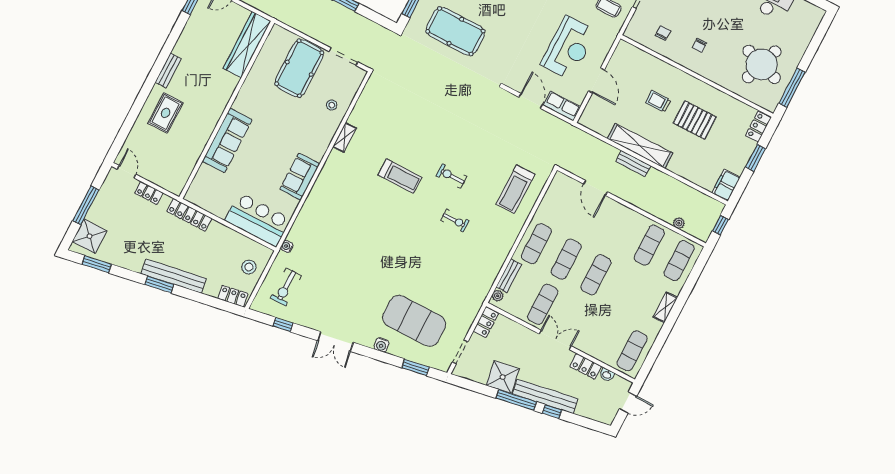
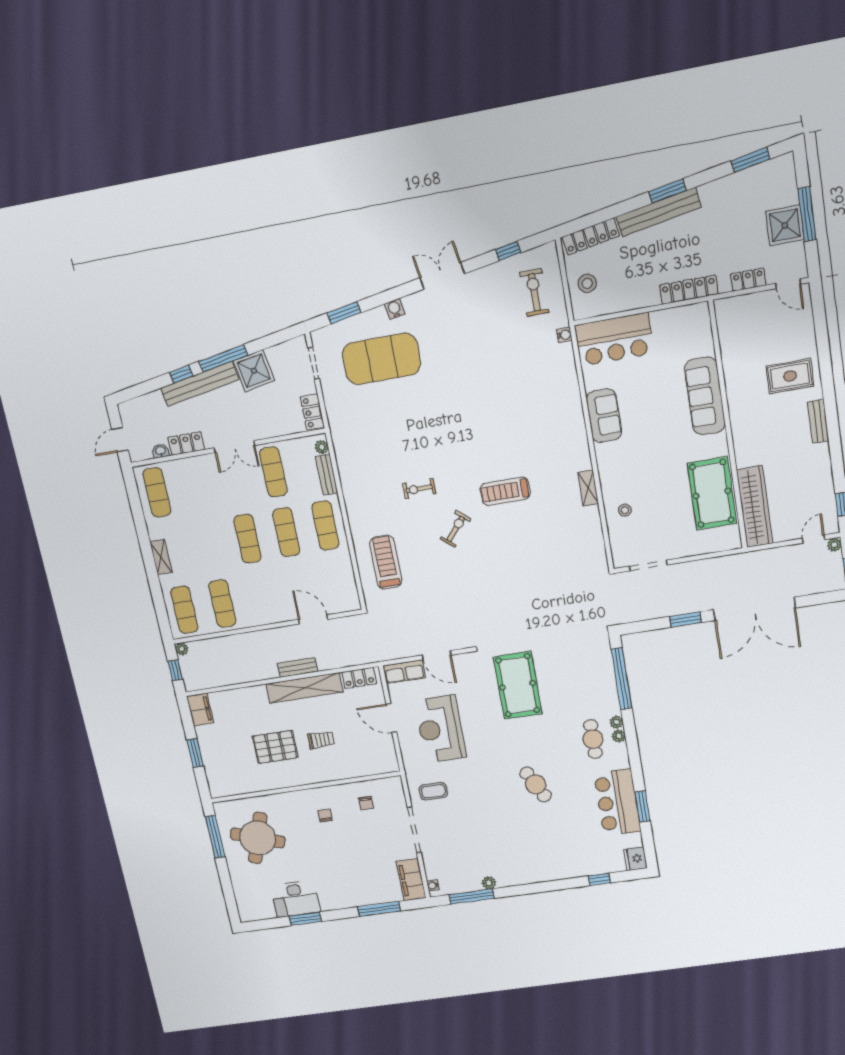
pool table: (455, 31) -> (518, 685), moved, turned 90
pool table: (299, 68) -> (712, 493), moved
rug: (166, 113) -> (790, 376), turned 90
locker: (758, 127) -> (359, 678), moved, turned 90
exercise bike: (452, 176) -> (456, 529), turned -50
plant: (679, 223) -> (182, 649), moved
shower: (90, 236) -> (785, 225), moved
locker: (233, 296) -> (591, 236), width x1.53

